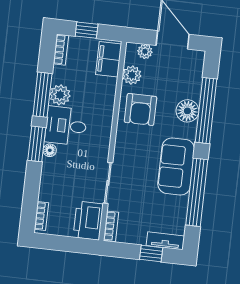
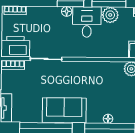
armchair: (141, 109) -> (105, 78), removed
floor lamp: (187, 111) -> (108, 119), width x0.53, depth x0.53

